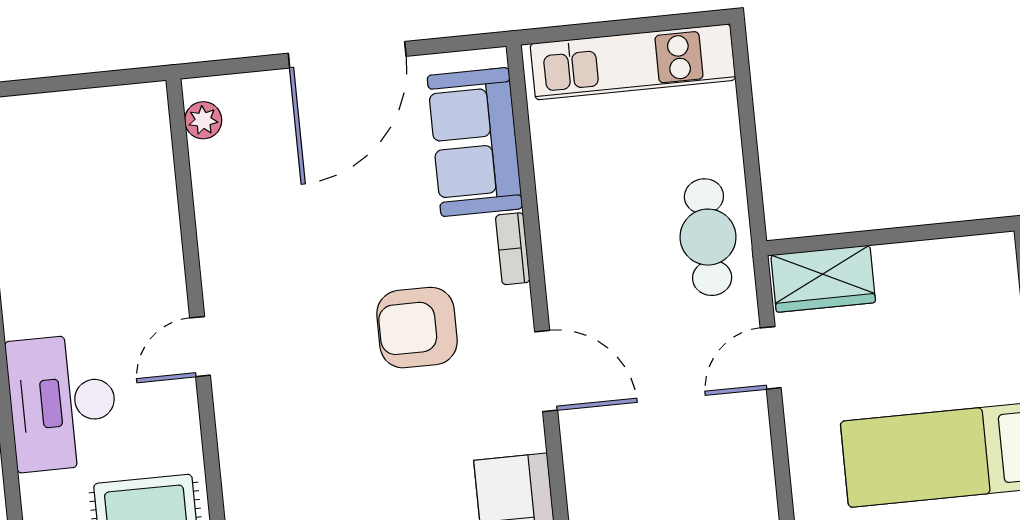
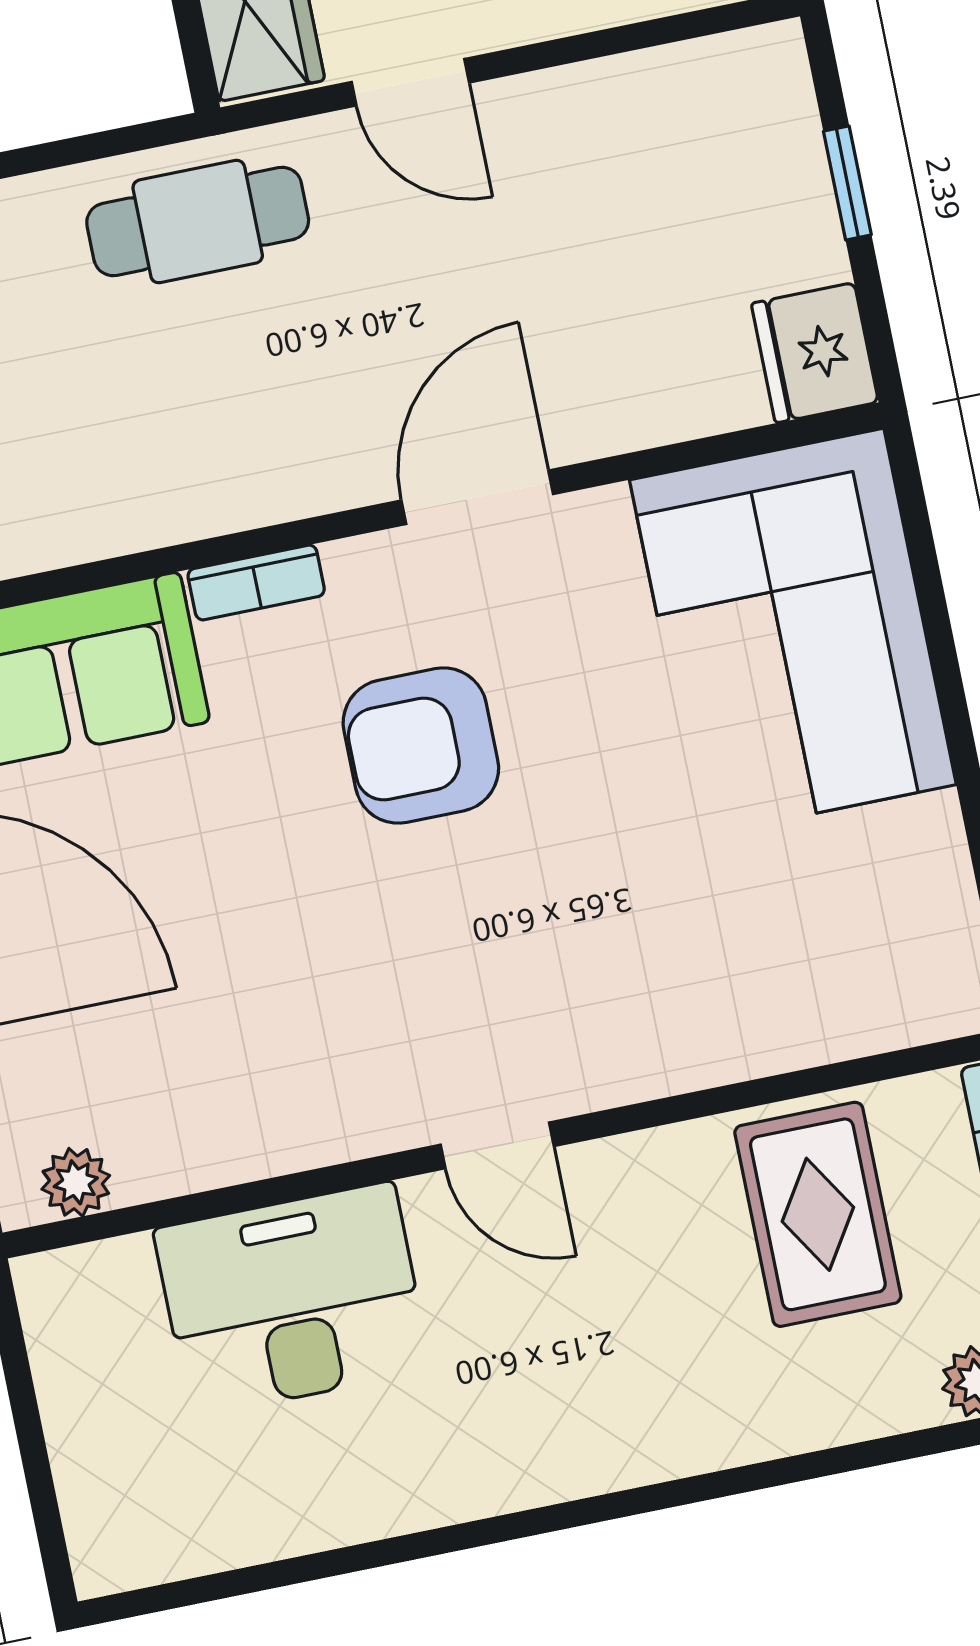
armchair: (417, 328) -> (421, 746), turned 90
desk: (62, 402) -> (292, 1299), moved, turned 180

